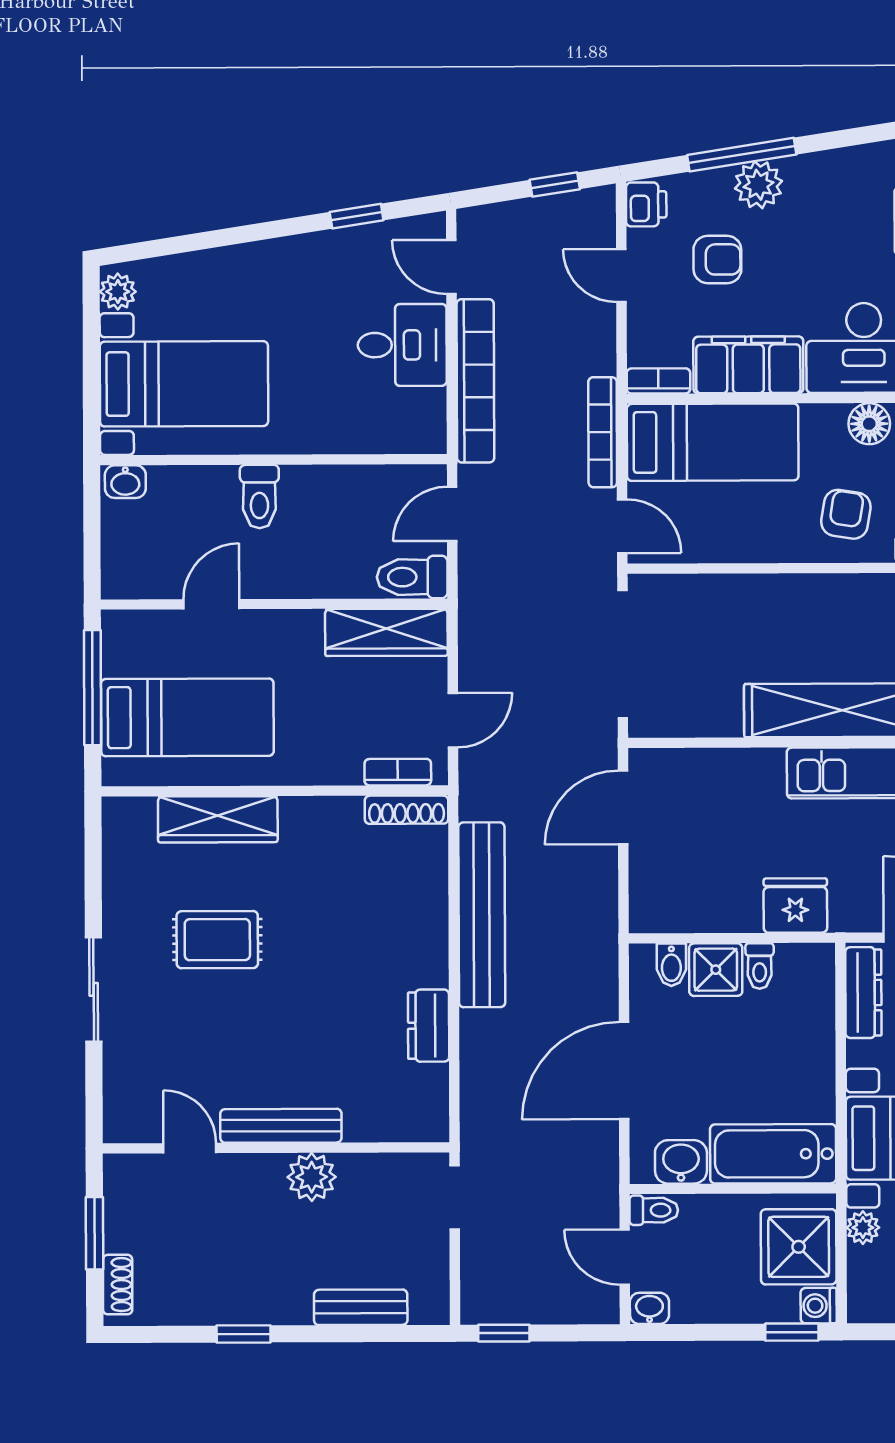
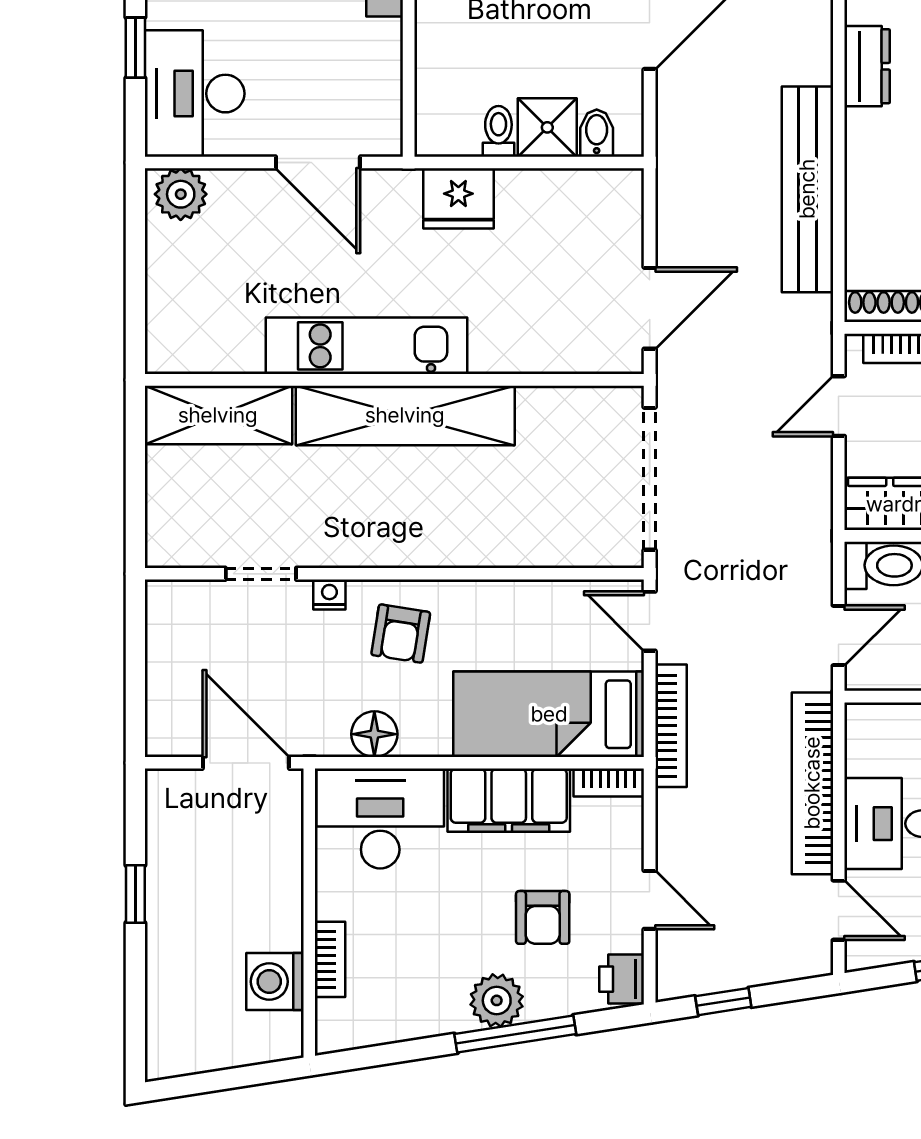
armchair: (717, 259) -> (543, 917), turned -90
dresser: (863, 993) -> (383, 101), removed

